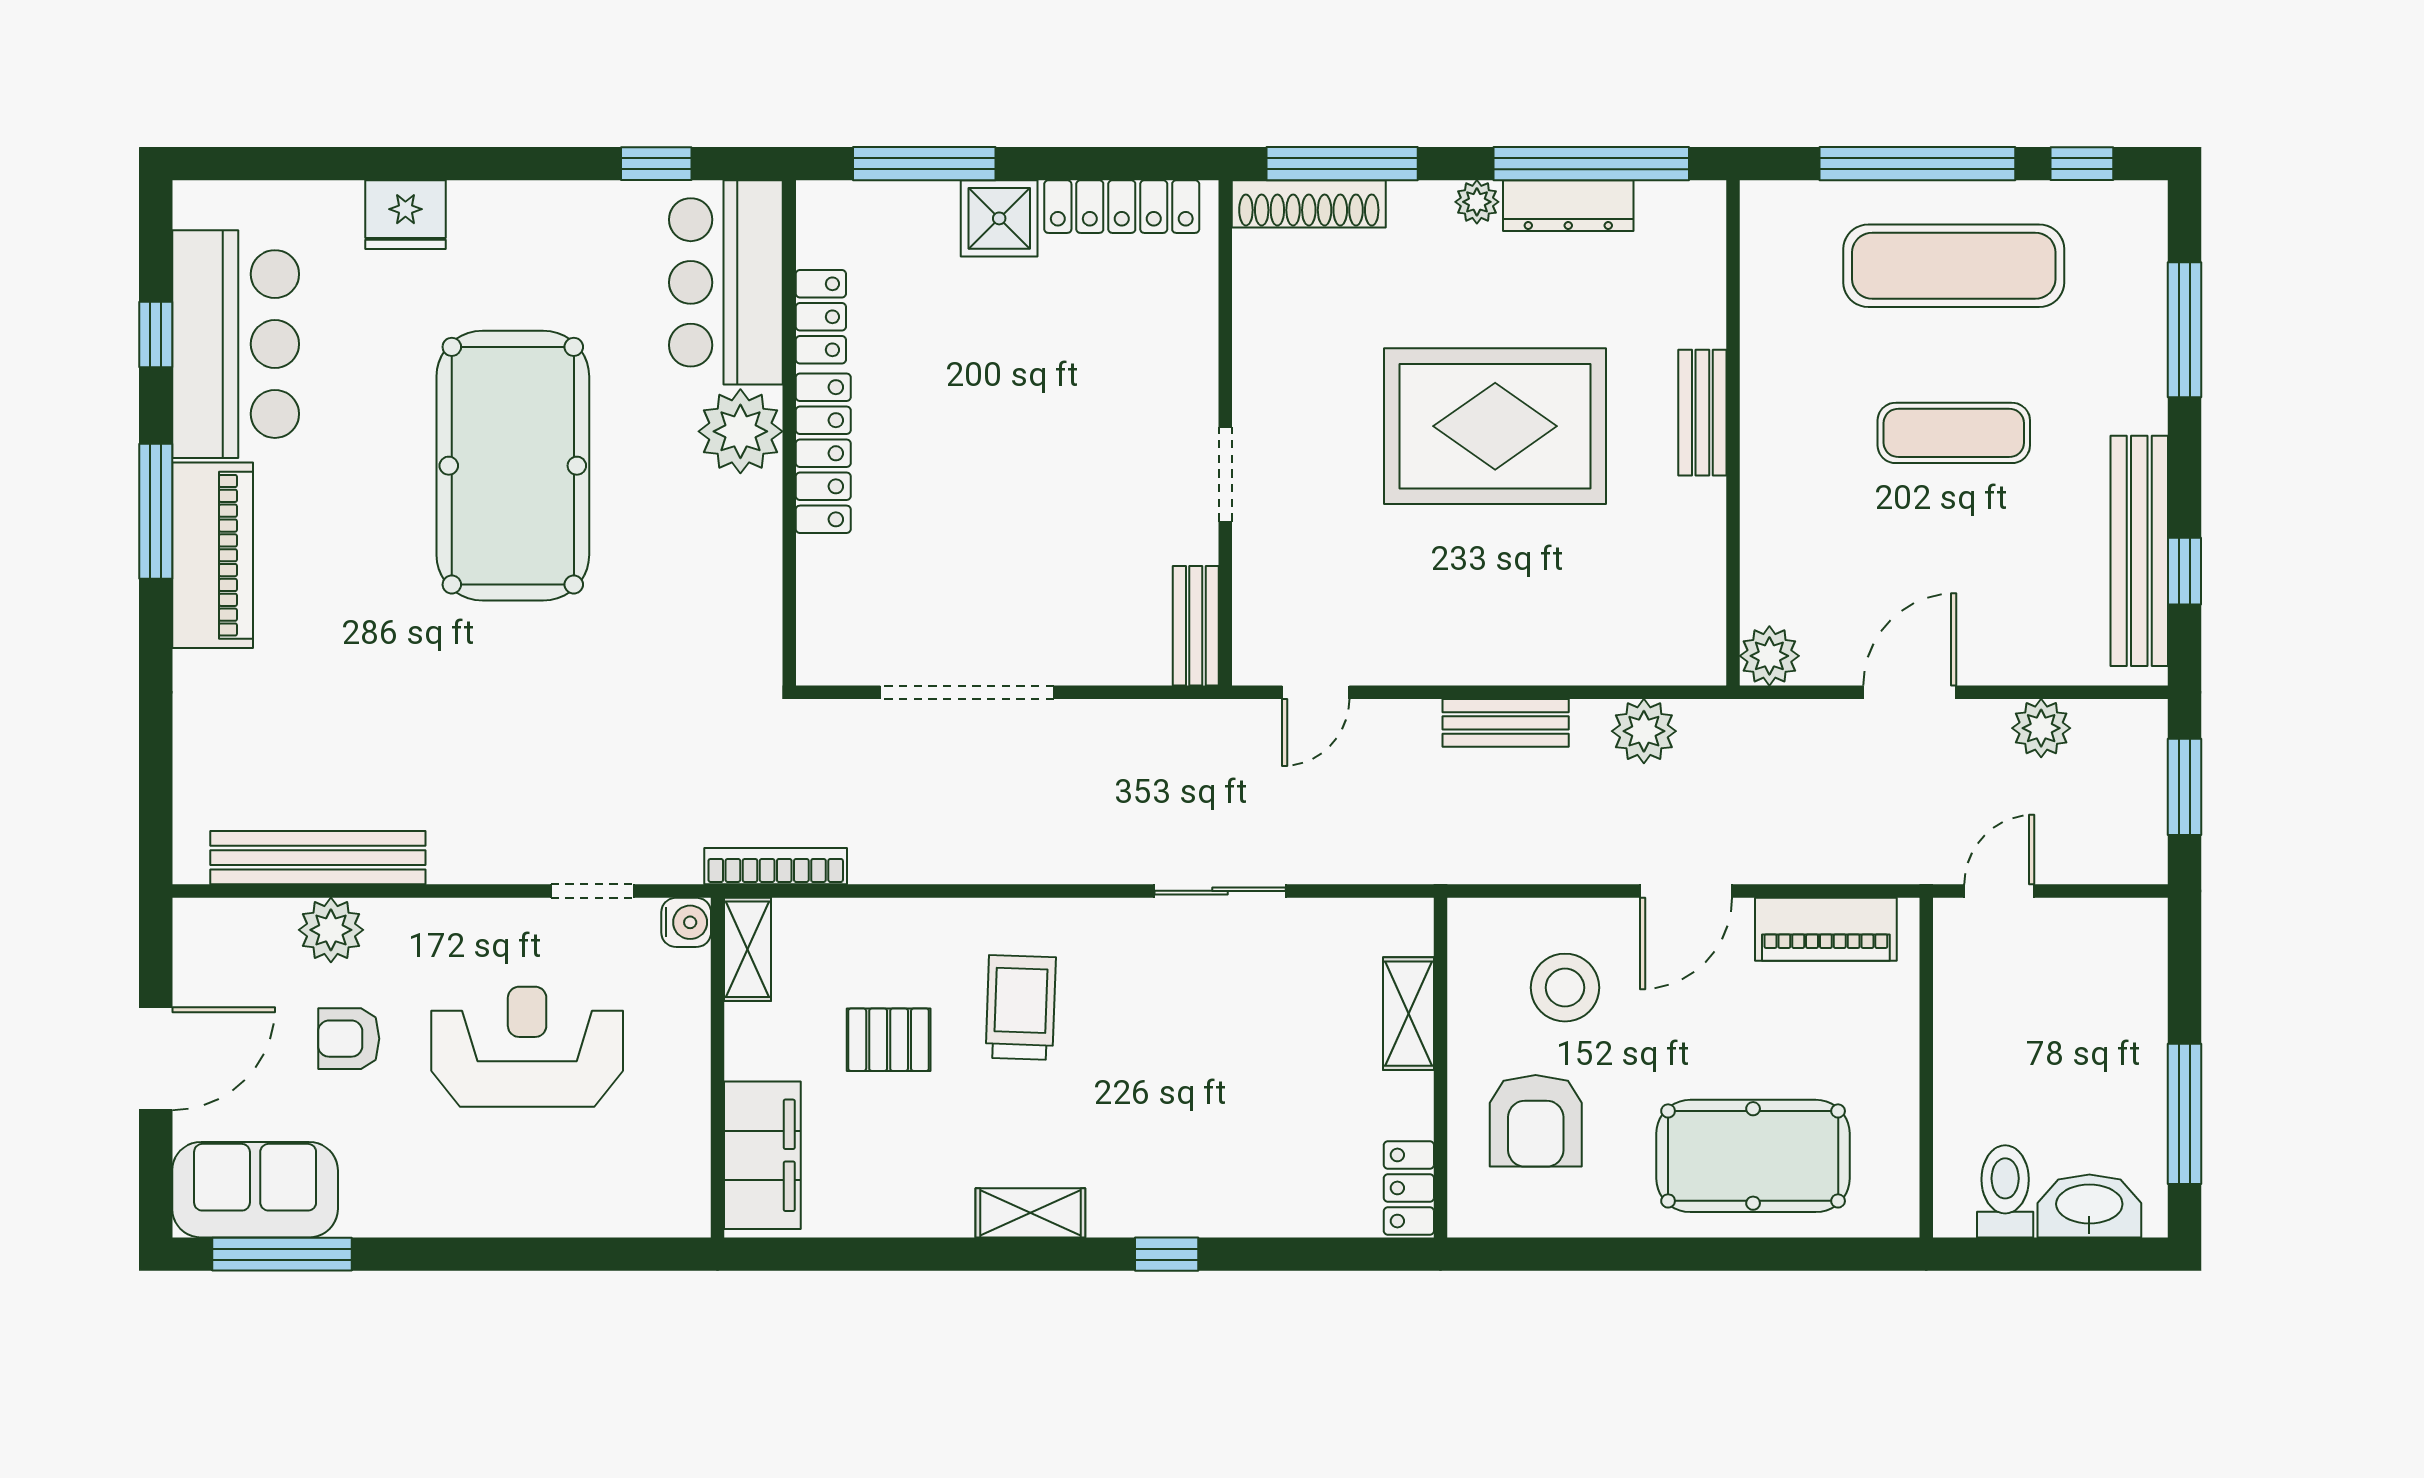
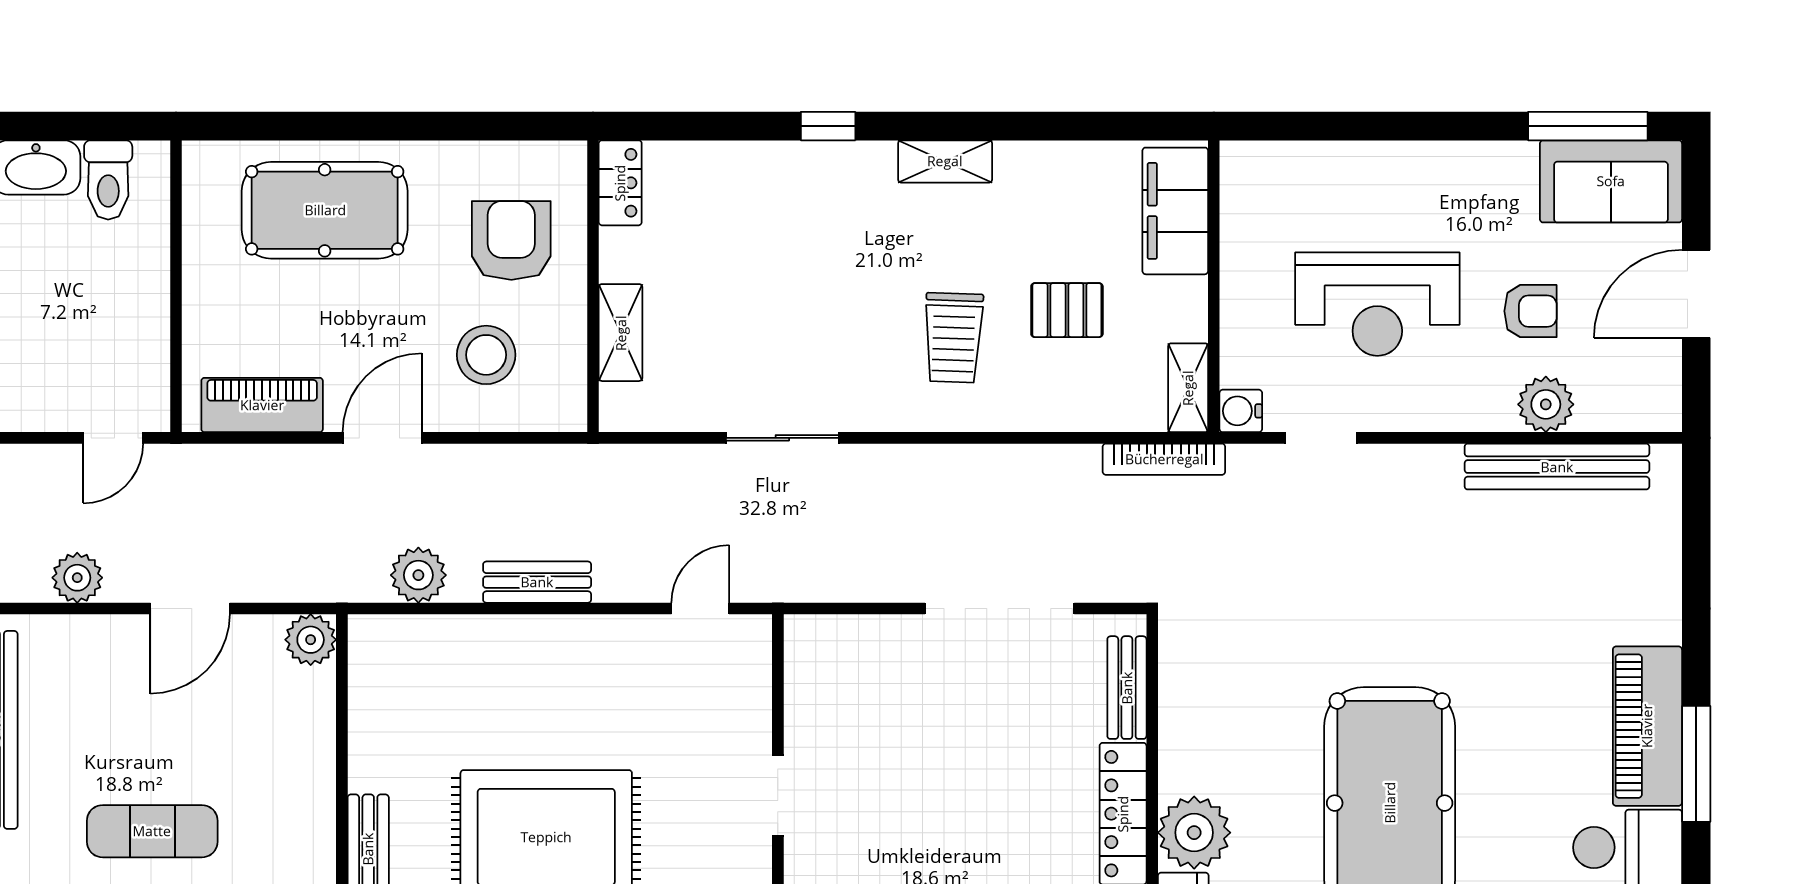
bench: (1196, 626) -> (1127, 688), moved

